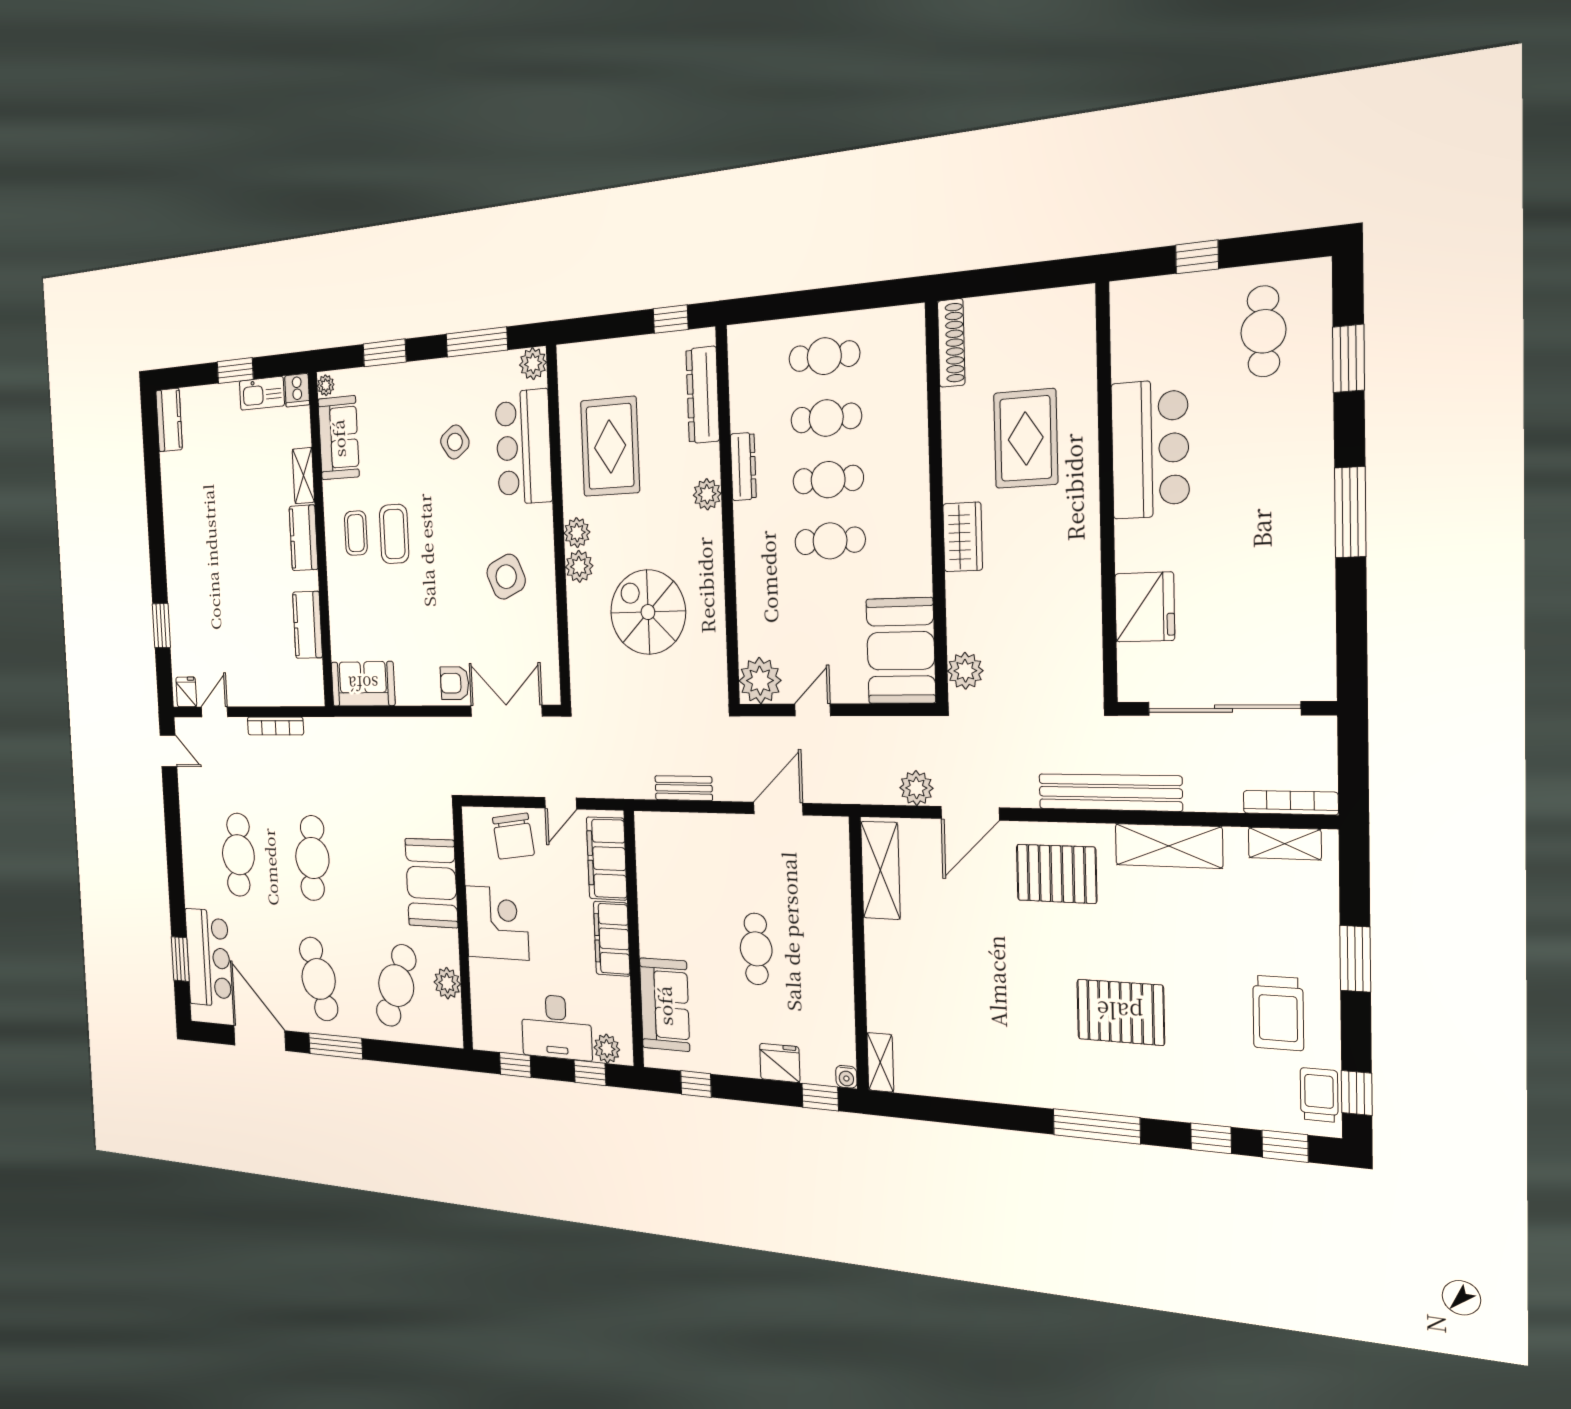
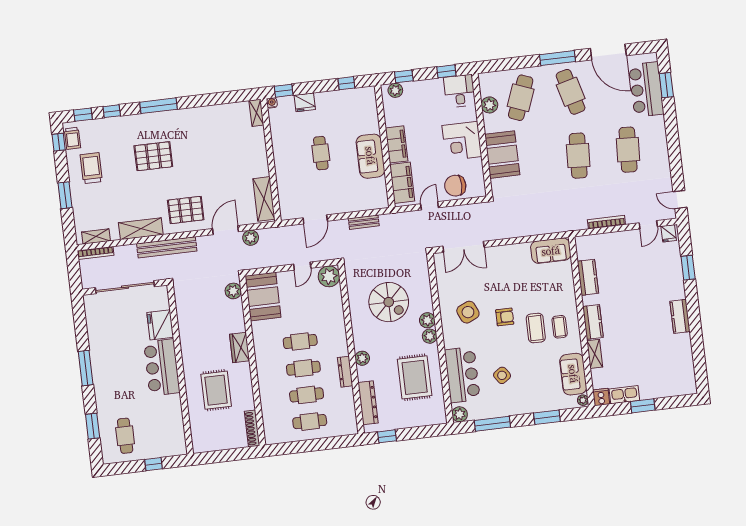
kitchen counter: (169, 420) -> (680, 316), moved
bar counter: (1150, 449) -> (162, 367), moved
armchair: (455, 683) -> (505, 317), moved
chair: (513, 836) -> (455, 186), turned -82
sofa: (665, 1005) -> (370, 156), moved
desk: (556, 1027) -> (459, 91), moved, width x0.73

